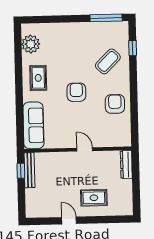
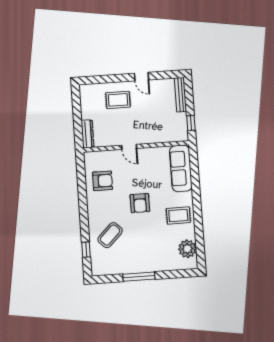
window: (106, 18) -> (139, 277), moved
rug: (38, 78) -> (178, 215), turned 90
armchair: (115, 104) -> (103, 181), moved, turned -90
bench: (29, 170) -> (180, 95), moved

